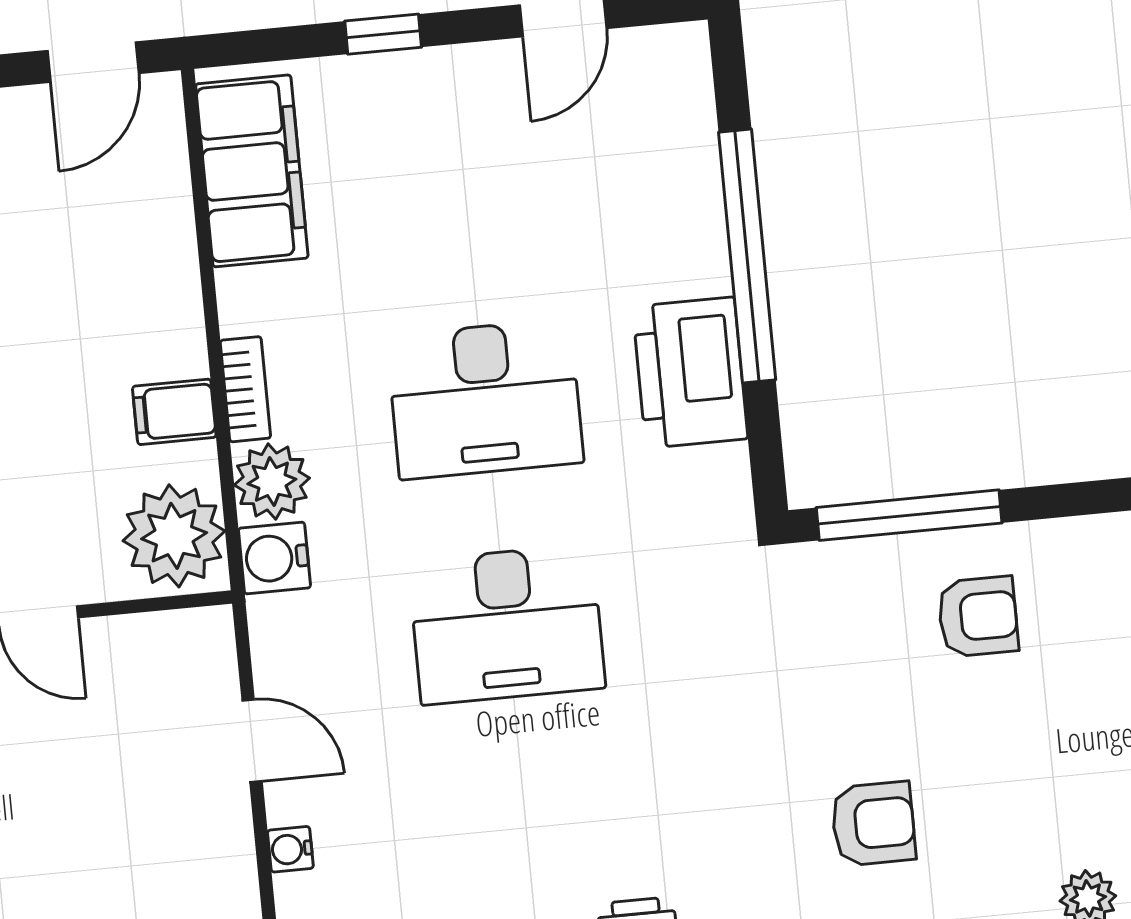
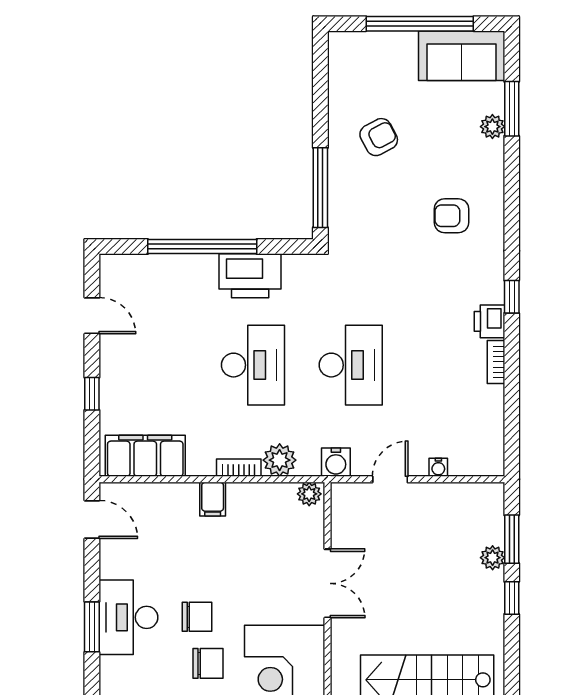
filing cabinet: (174, 412) -> (213, 499), moved
plant: (174, 536) -> (309, 494), width x0.53, depth x0.53
water cooler: (274, 558) -> (336, 462), moved
armchair: (978, 617) -> (379, 137), moved, turned 62
armchair: (873, 824) -> (451, 216), turned -90

